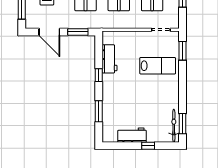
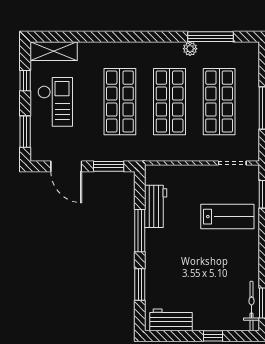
window: (99, 75) -> (140, 231), width x2.17
workbench: (132, 135) -> (171, 320), moved

